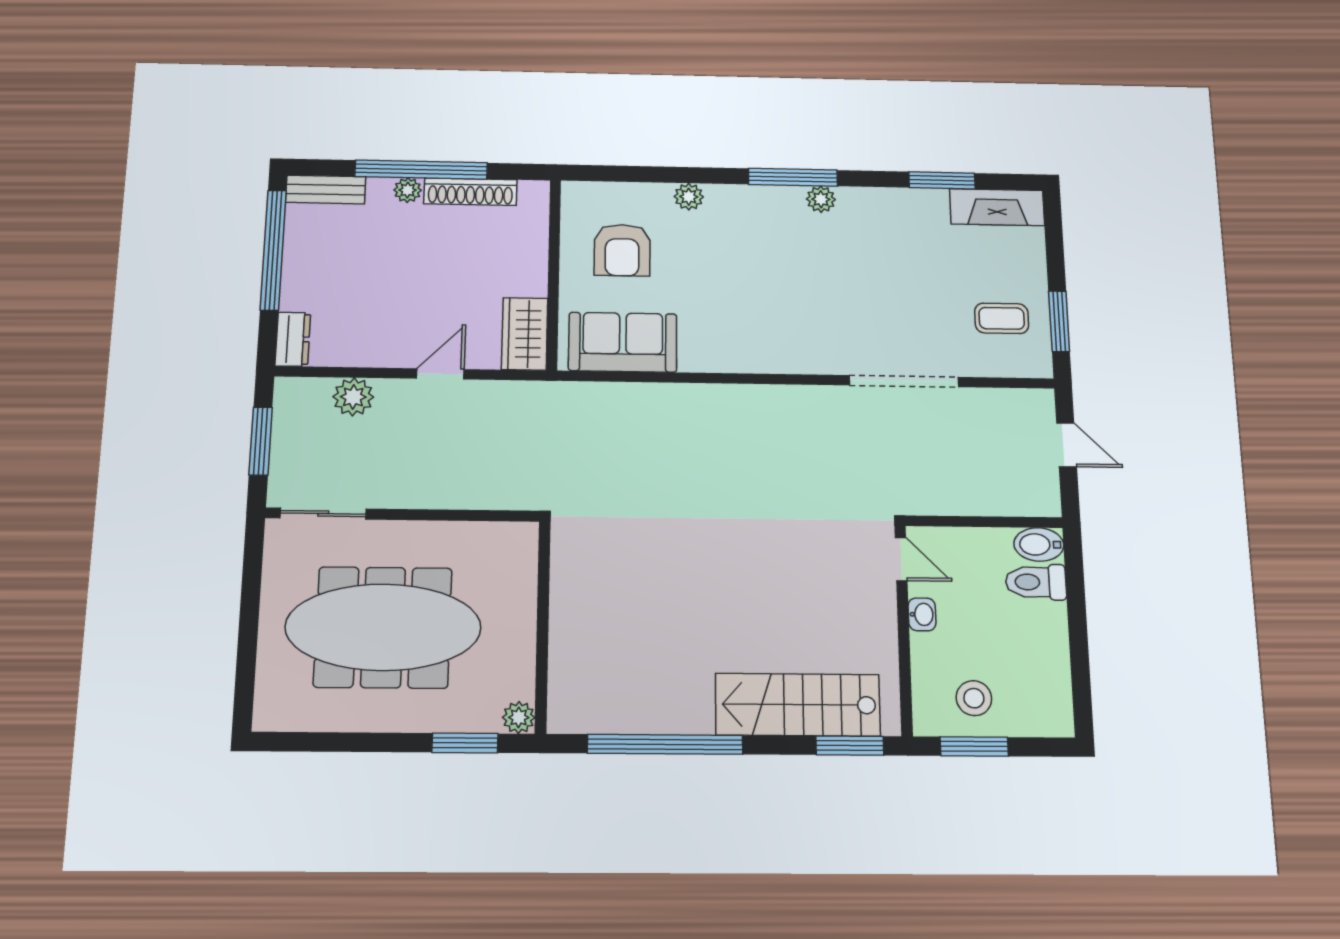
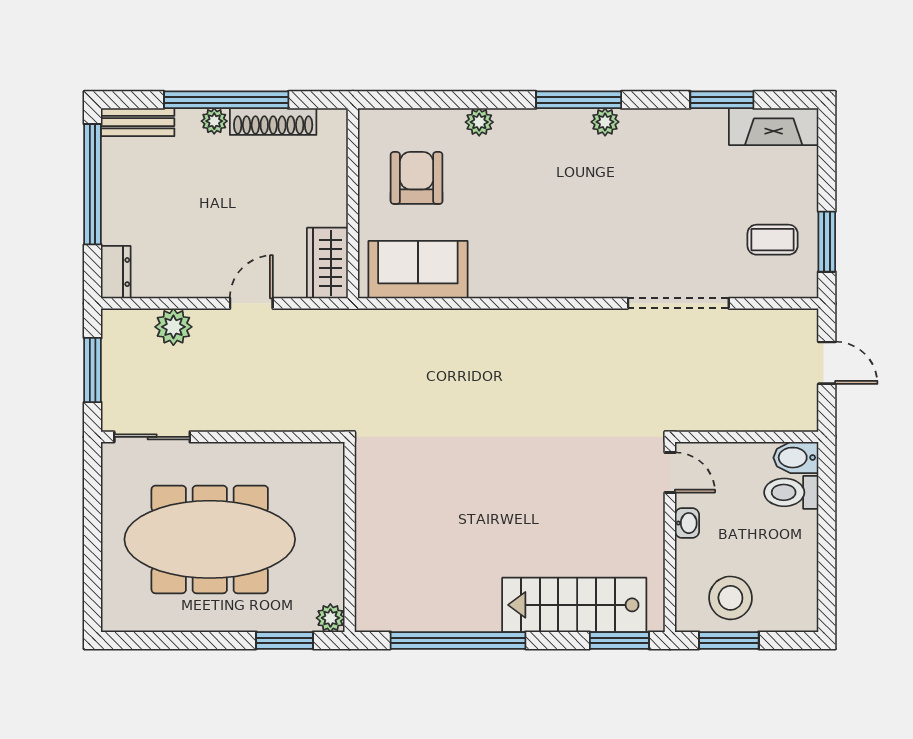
armchair: (622, 250) -> (417, 178), turned 180
stool: (974, 698) -> (730, 598), width x1.38, depth x1.38

